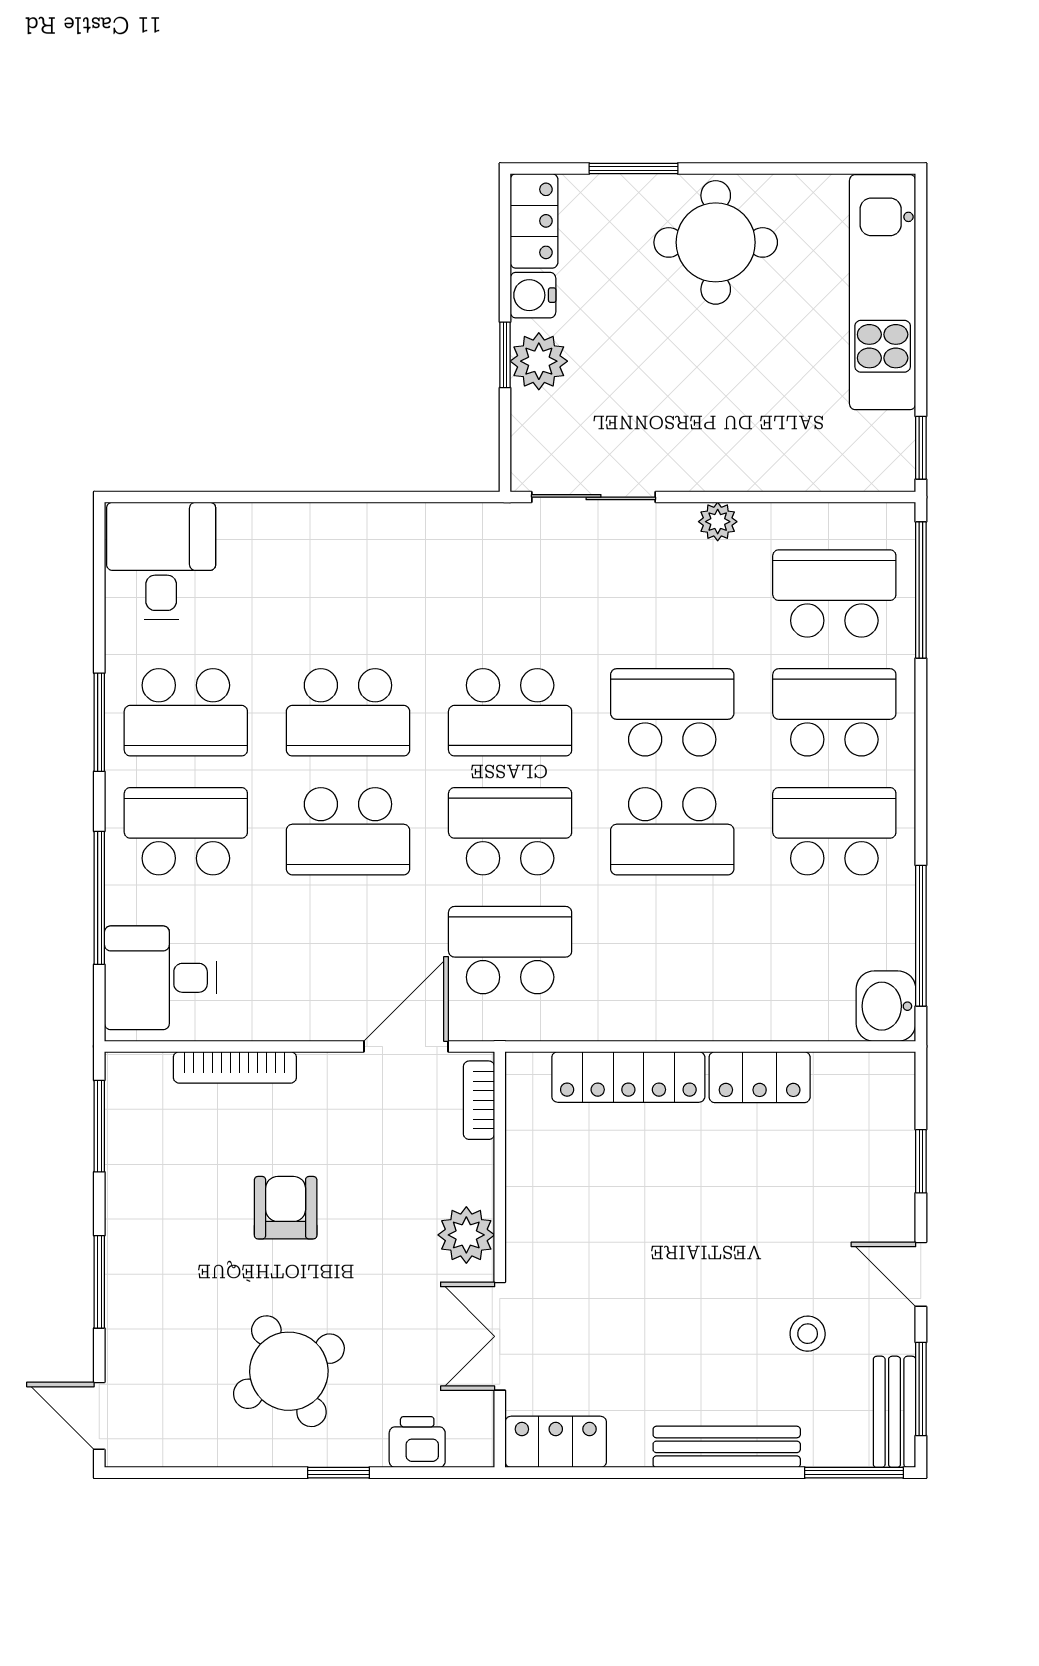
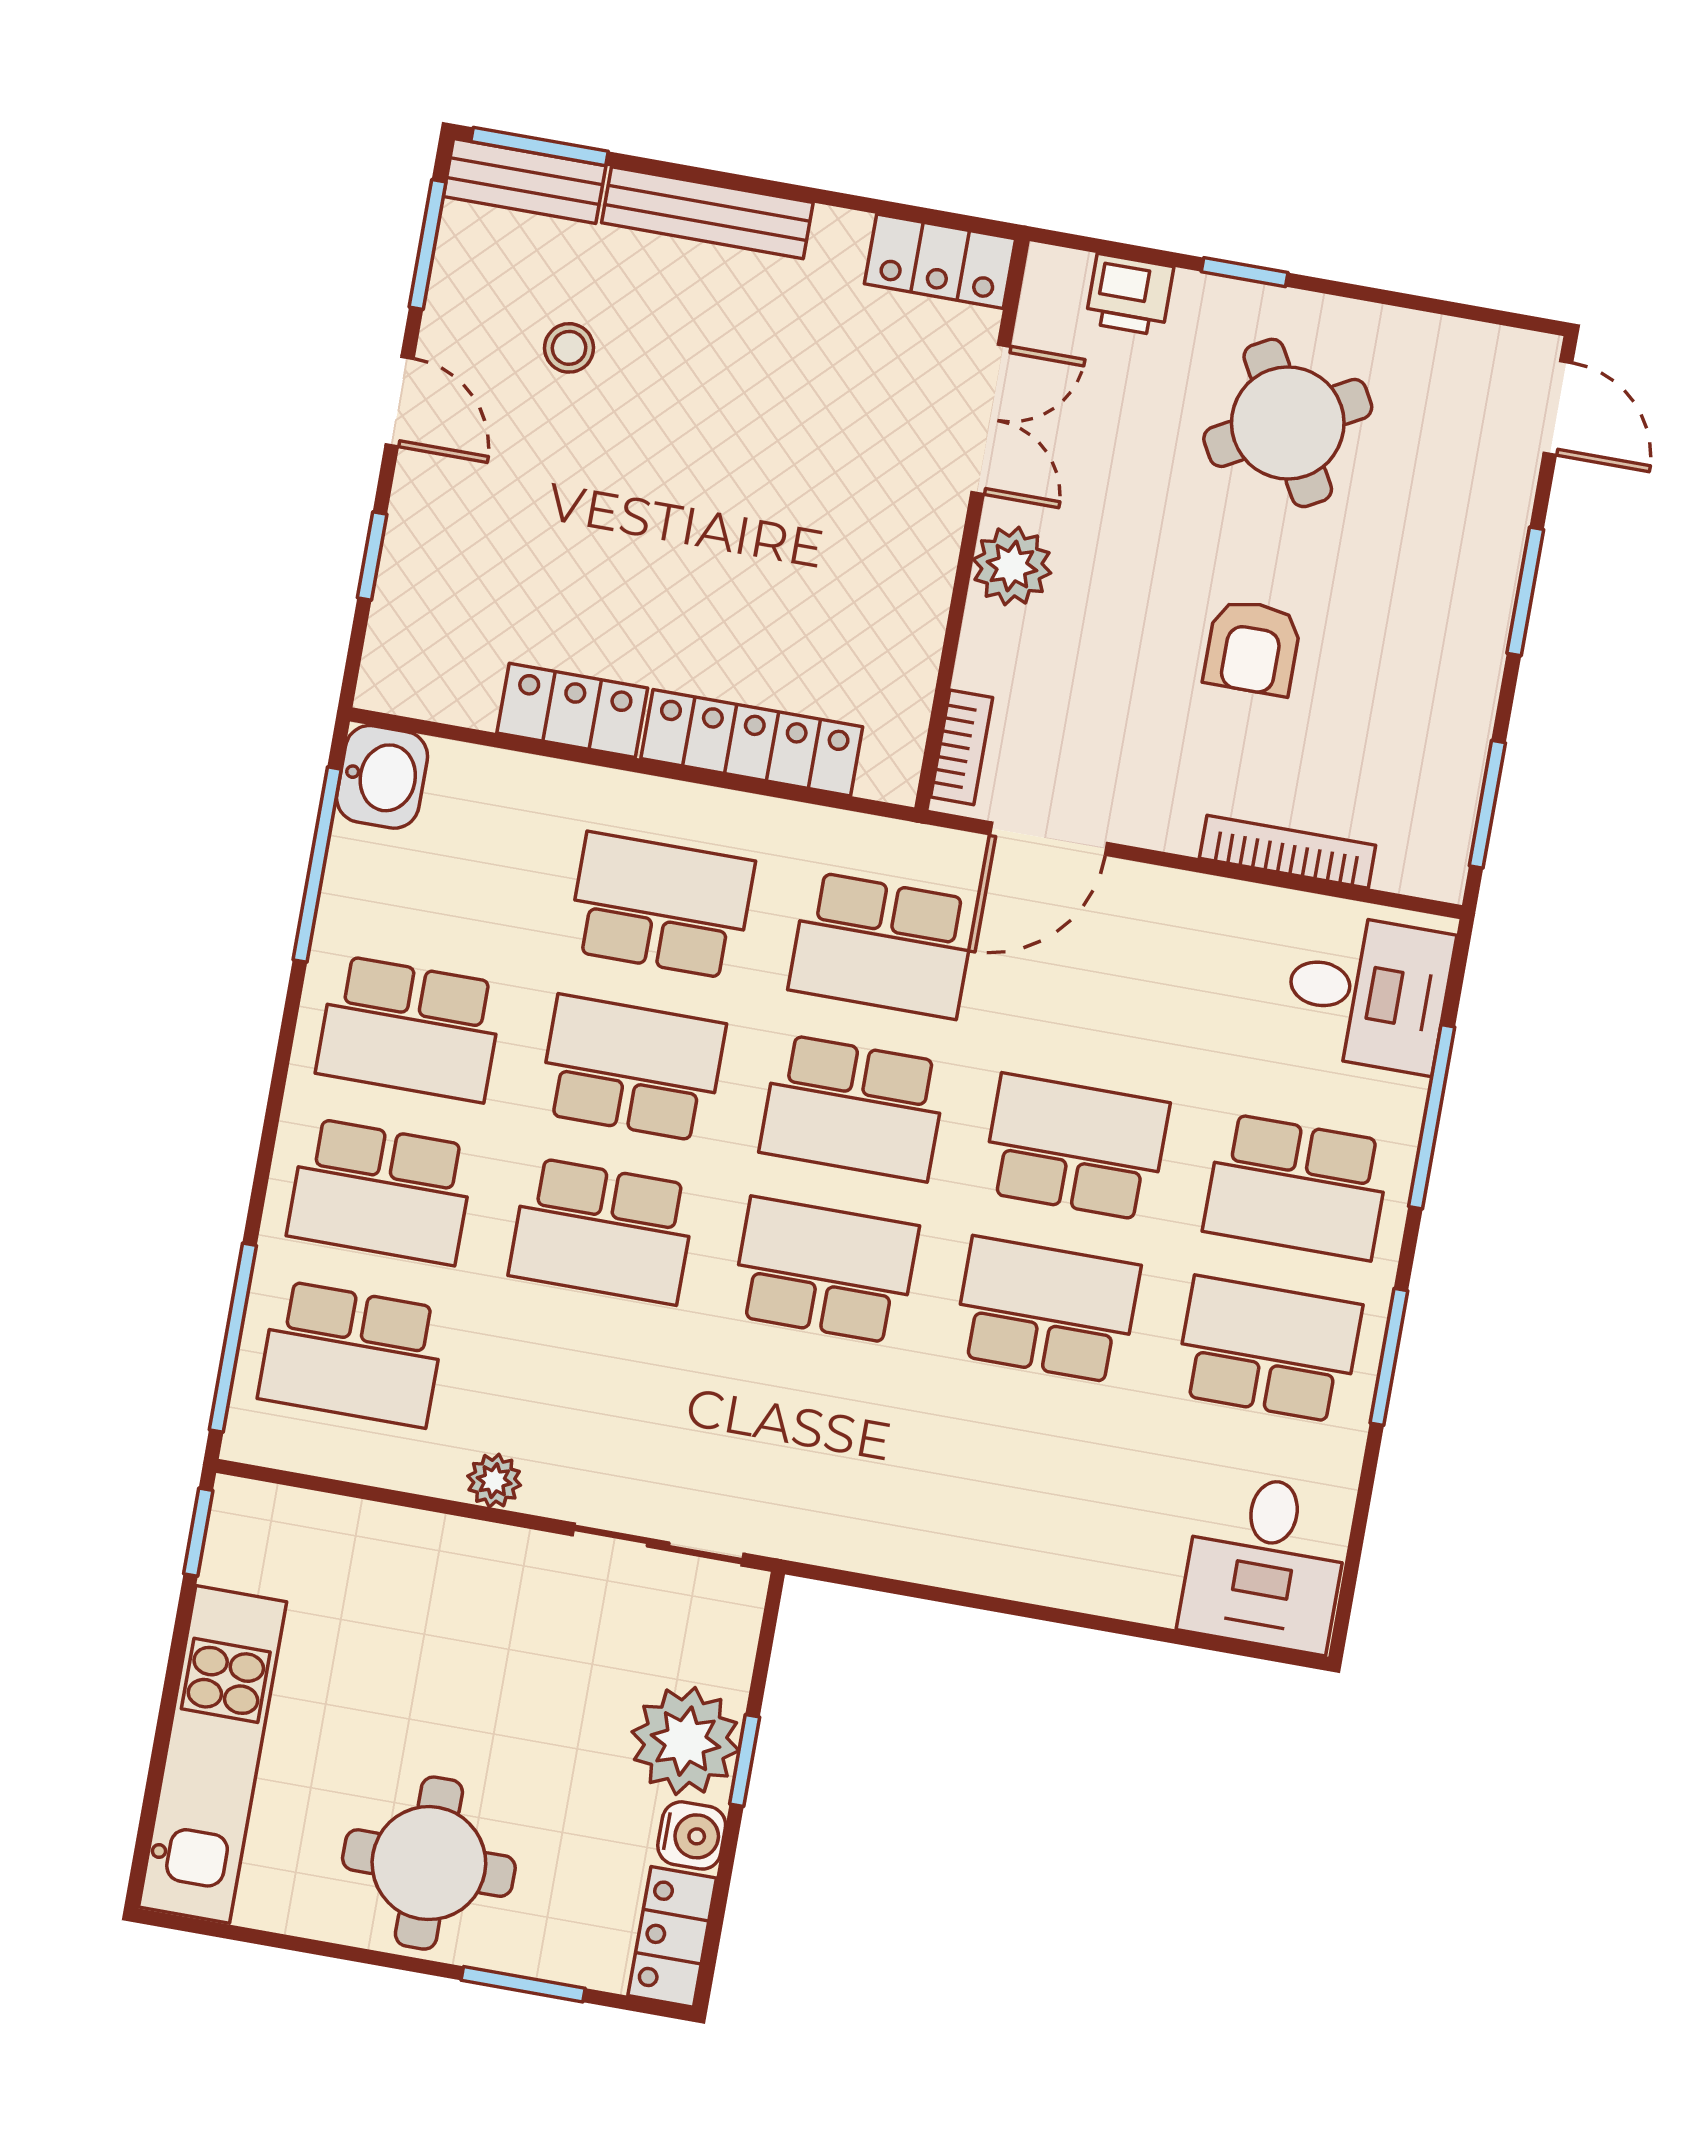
plant: (539, 361) -> (685, 1741), width x1.36, depth x1.36
school desk: (672, 950) -> (661, 906), added
bench: (894, 1412) -> (525, 181), moved, turned 90

